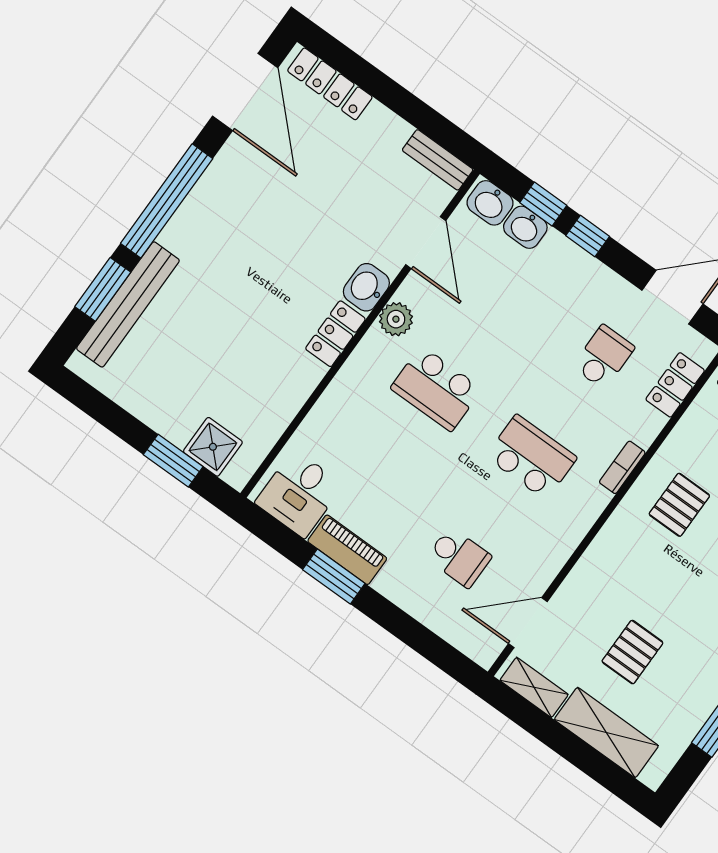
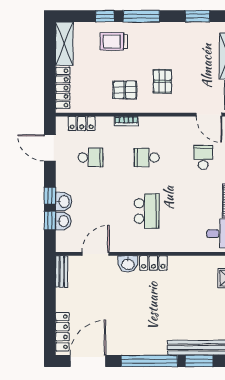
washbasin: (490, 203) -> (64, 201), moved
plant: (396, 319) -> (132, 244), removed
school desk: (604, 357) -> (90, 157), turned 180
school desk: (531, 457) -> (147, 157), width x0.54
pallet: (632, 652) -> (162, 81), moved, turned 90

